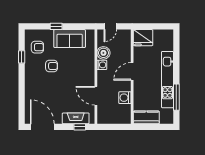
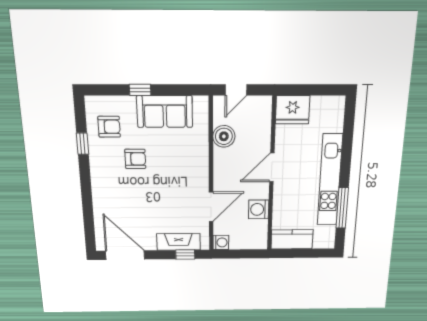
washing machine: (102, 65) -> (221, 242), moved
door: (96, 96) -> (211, 207), swing flipped

